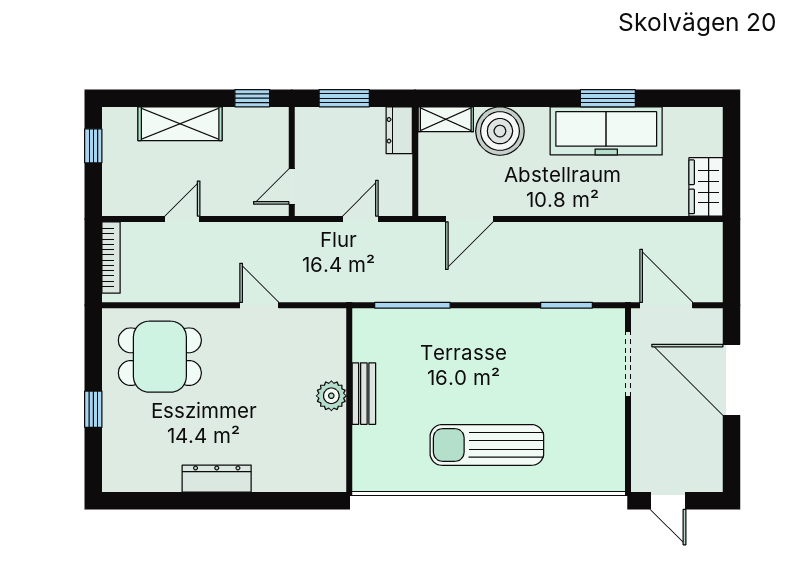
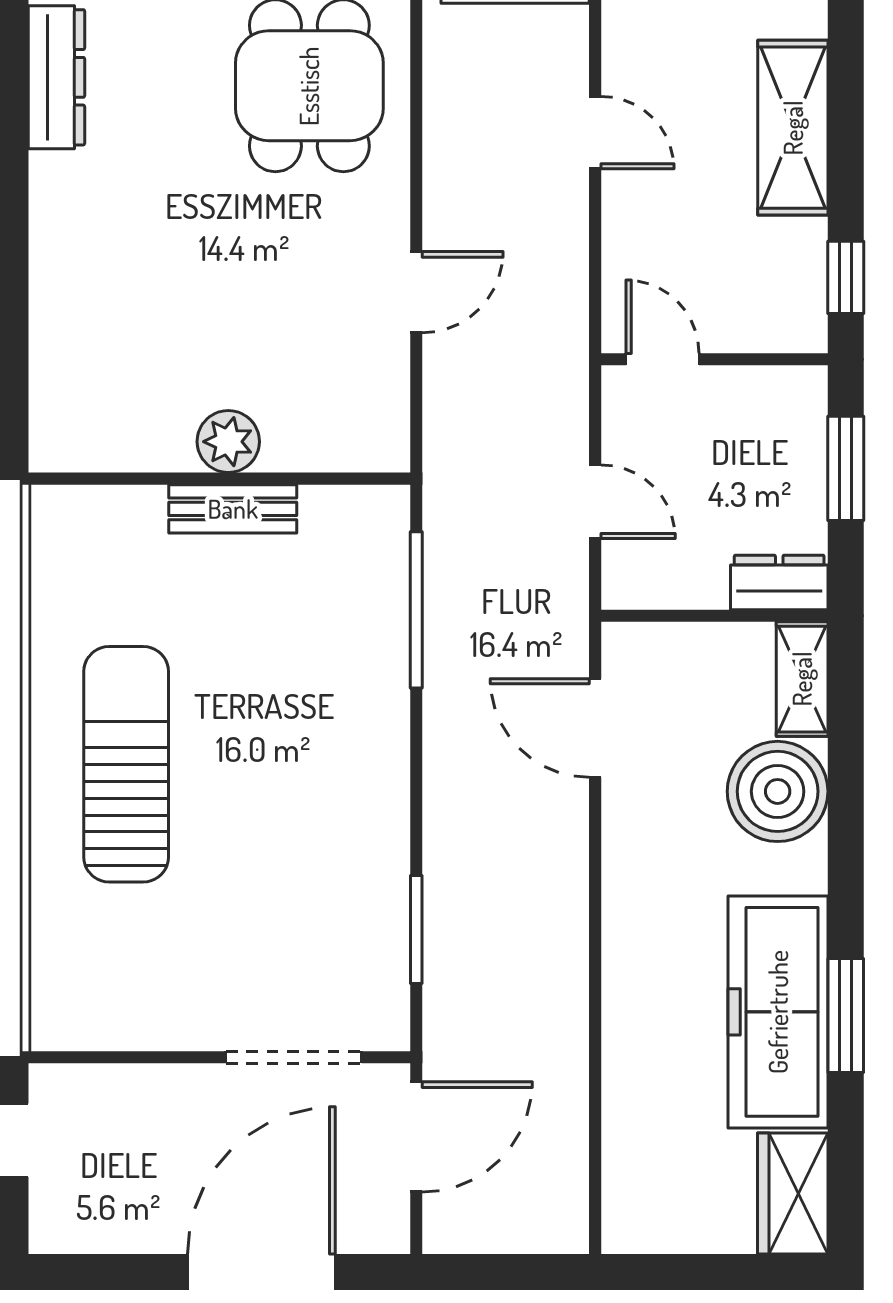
wardrobe: (706, 187) -> (793, 1193), moved, turned -90
dresser: (217, 479) -> (57, 77), moved

